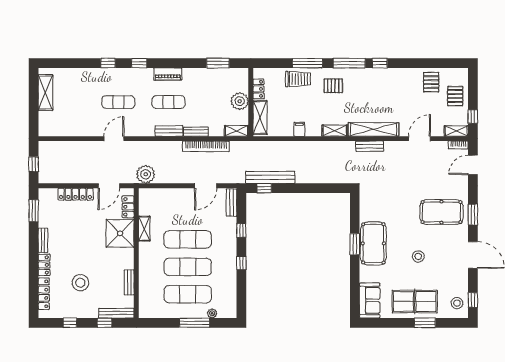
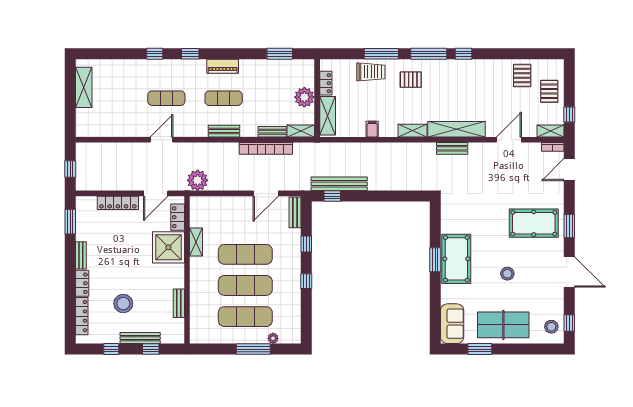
bench: (196, 132) -> (272, 132), moved
bench: (116, 313) -> (140, 338), moved
window: (425, 323) -> (480, 349), moved

